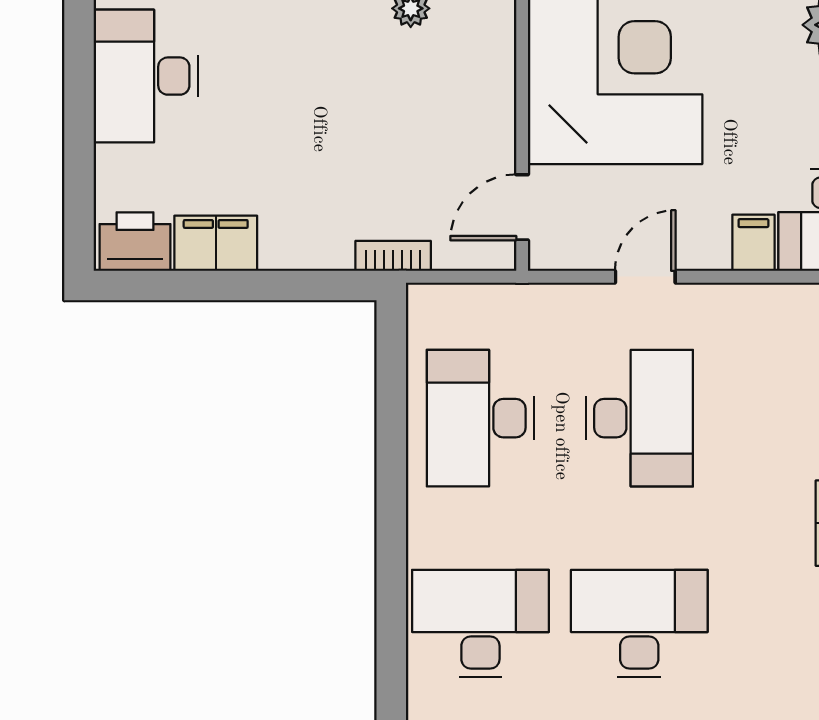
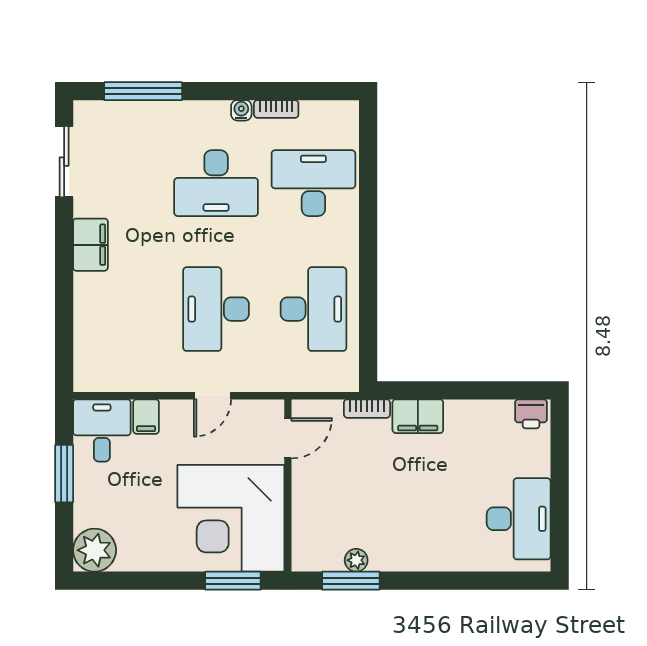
printer: (135, 242) -> (531, 414), width x0.73, depth x0.81
filing cabinet: (216, 243) -> (418, 416), moved
desk: (480, 624) -> (313, 183), turned 180

